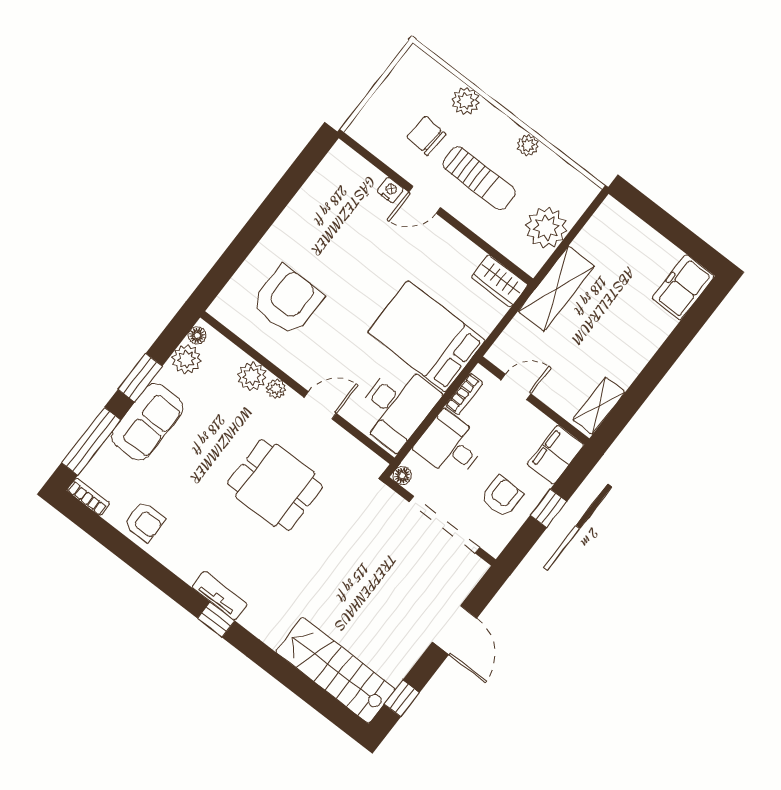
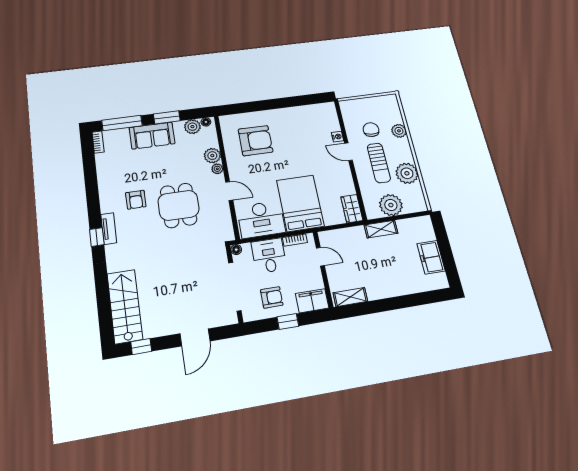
plant: (528, 145) -> (407, 173), width x1.87, depth x1.87
freezer: (683, 287) -> (431, 257), moved, turned -90
shelving: (556, 289) -> (381, 229), width x0.67, depth x0.75
armchair: (145, 522) -> (136, 200), moved

